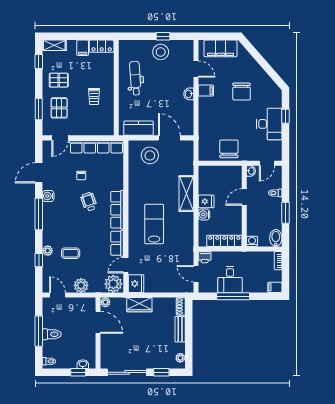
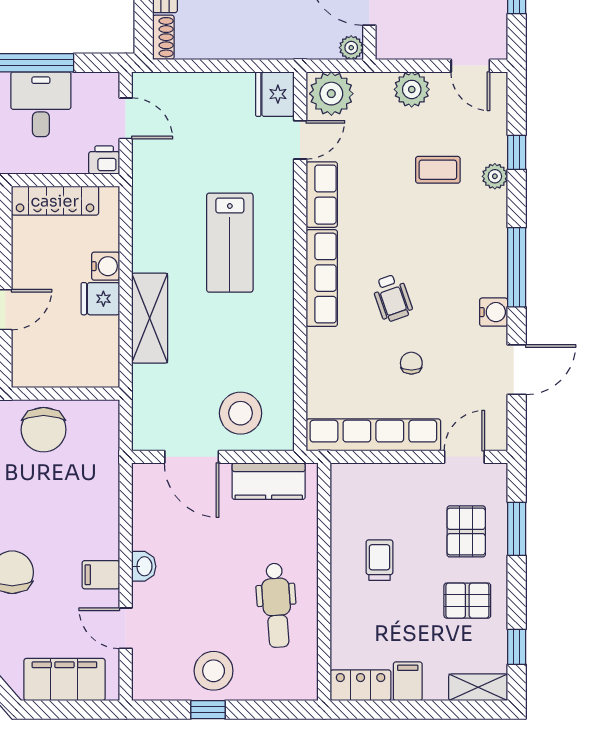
wardrobe: (139, 305) -> (266, 42), removed

